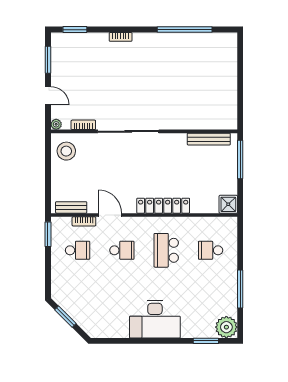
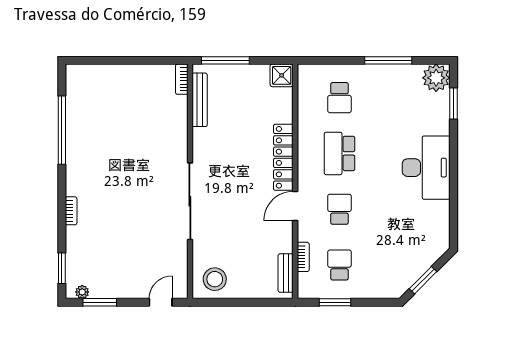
door: (48, 96) -> (161, 302), moved
plant: (56, 124) -> (82, 292), moved
bookcase: (83, 125) -> (182, 79), moved
door: (110, 215) -> (295, 206), moved
window: (48, 234) -> (335, 302), moved
school desk: (166, 250) -> (339, 153), turned 90

